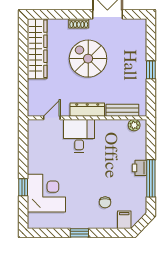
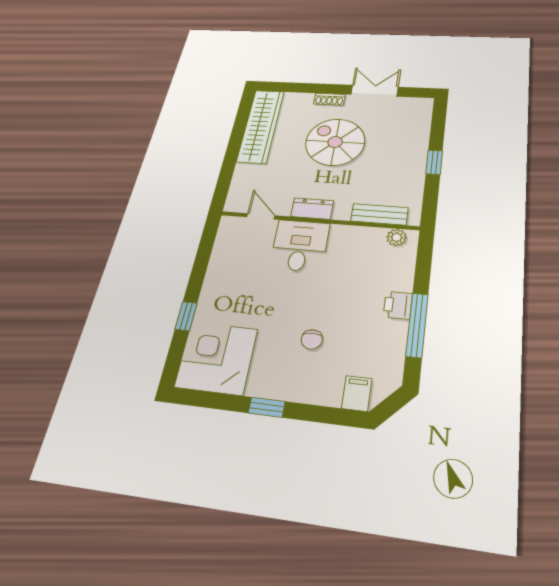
dresser: (87, 110) -> (312, 209), width x0.70
door: (52, 118) -> (261, 216), hinge flipped
corner desk: (46, 193) -> (216, 358), moved, turned -90
chair: (105, 202) -> (312, 339), moved

